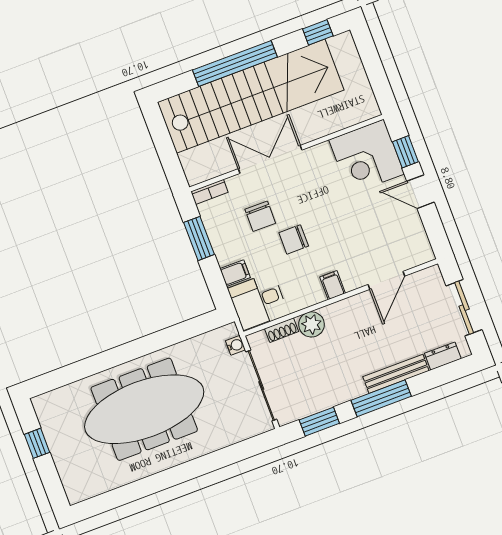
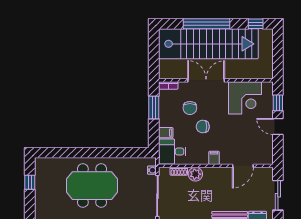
corner desk: (367, 157) -> (245, 98), moved, turned -90
meeting table: (144, 409) -> (92, 186), width x0.73

